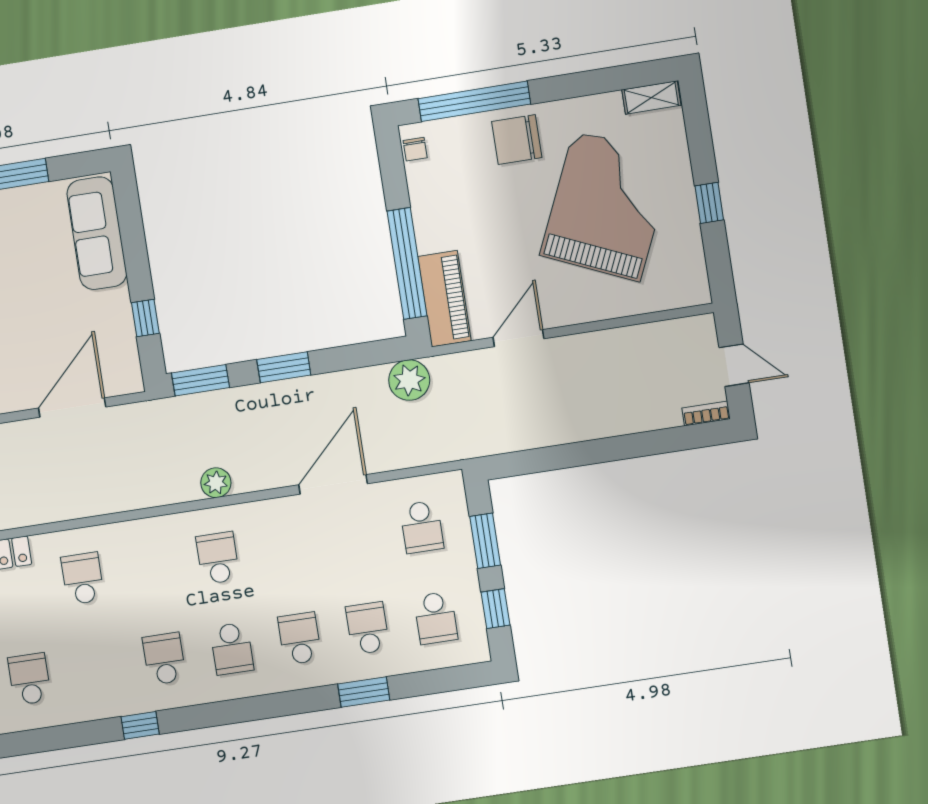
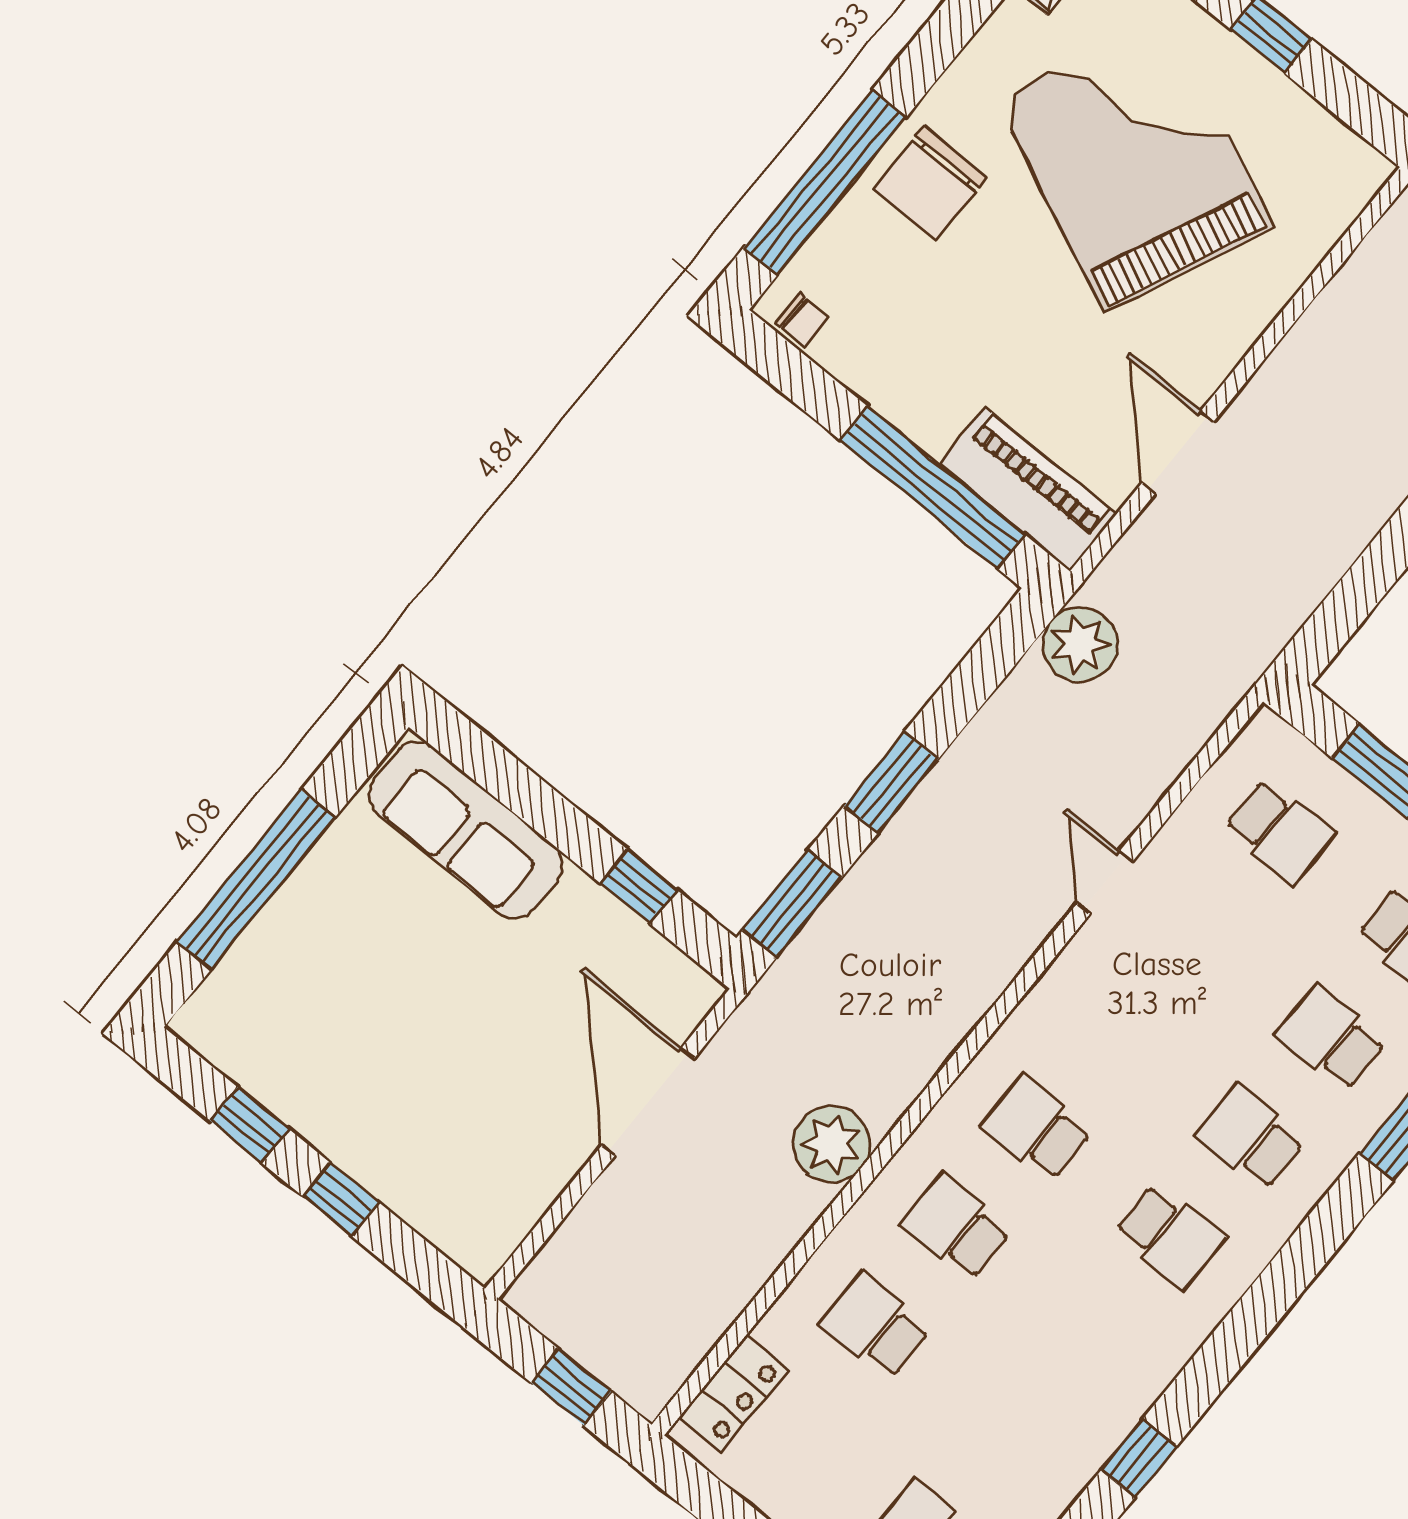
plant: (216, 483) -> (832, 1144), moved, width x1.36, depth x1.36
door: (333, 484) -> (1105, 883), width x0.53
school desk: (164, 659) -> (956, 1227), moved

